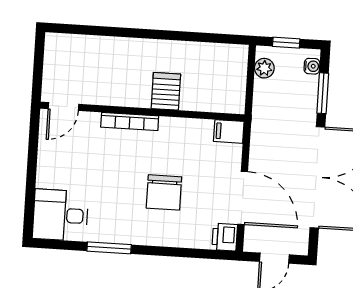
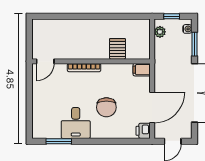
server rack: (166, 91) -> (117, 49), moved
door: (243, 198) -> (152, 108), hinge flipped
desk: (60, 215) -> (76, 123), moved, turned -90
window: (109, 248) -> (59, 141), moved

